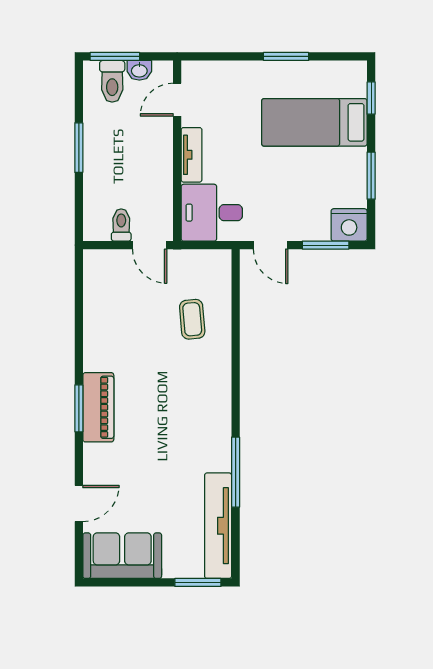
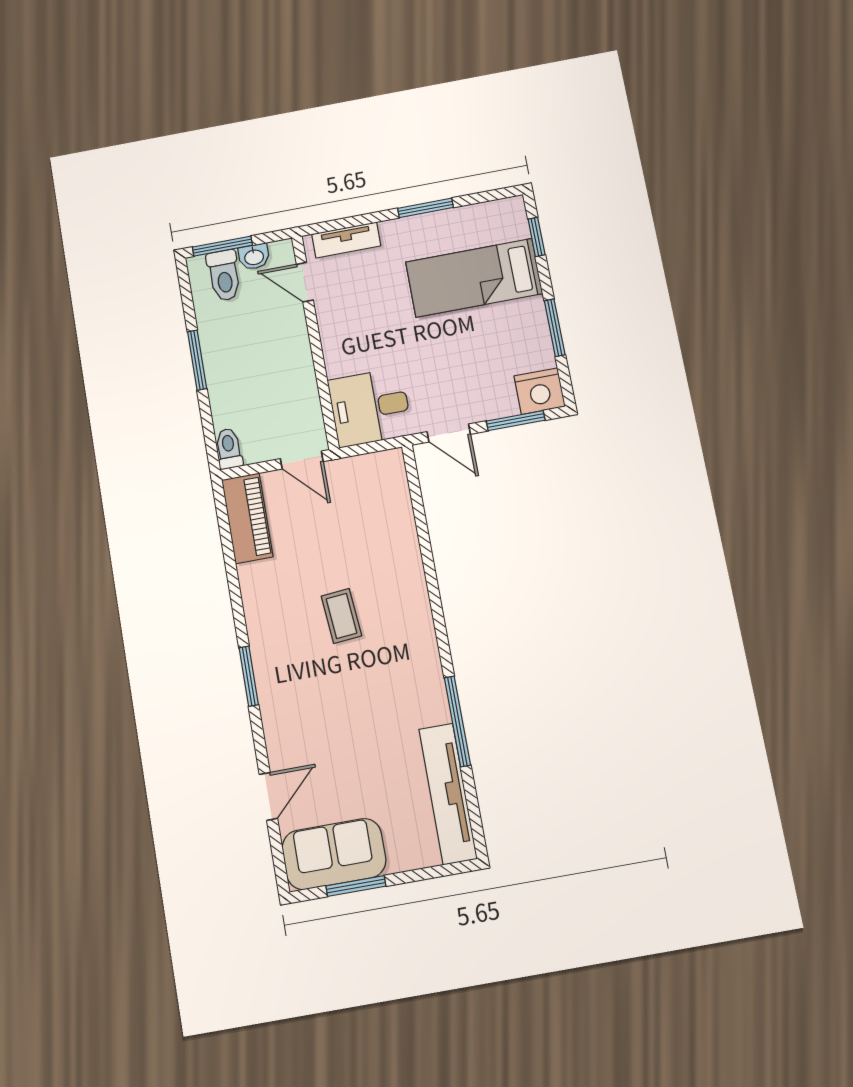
door: (177, 100) -> (305, 282), hinge flipped
tv unit: (192, 155) -> (346, 240), moved, turned 90
toilet: (121, 225) -> (229, 449), moved
coffee table: (192, 319) -> (341, 616), moved
piano: (98, 407) -> (247, 518), moved
window: (198, 582) -> (356, 886), moved

